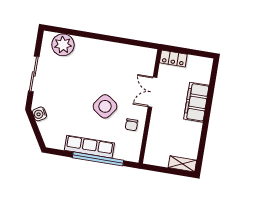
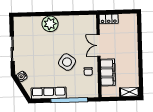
plant: (63, 45) -> (50, 24), moved
filing cabinet: (196, 102) -> (108, 72), moved, turned 180
row of seats: (89, 147) -> (49, 93), moved

